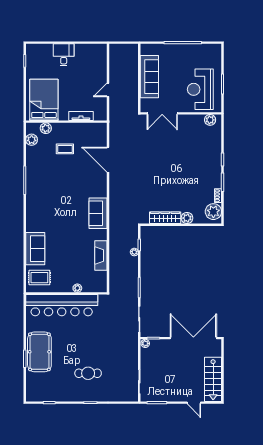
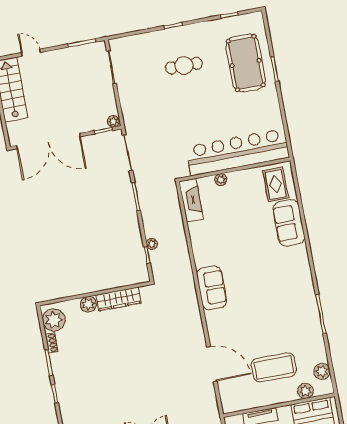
coffee table: (65, 149) -> (274, 367), width x1.86, depth x1.72
fireplace: (101, 256) -> (191, 200), moved
rug: (39, 278) -> (276, 184), turned 90
pool table: (39, 352) -> (246, 63), moved

